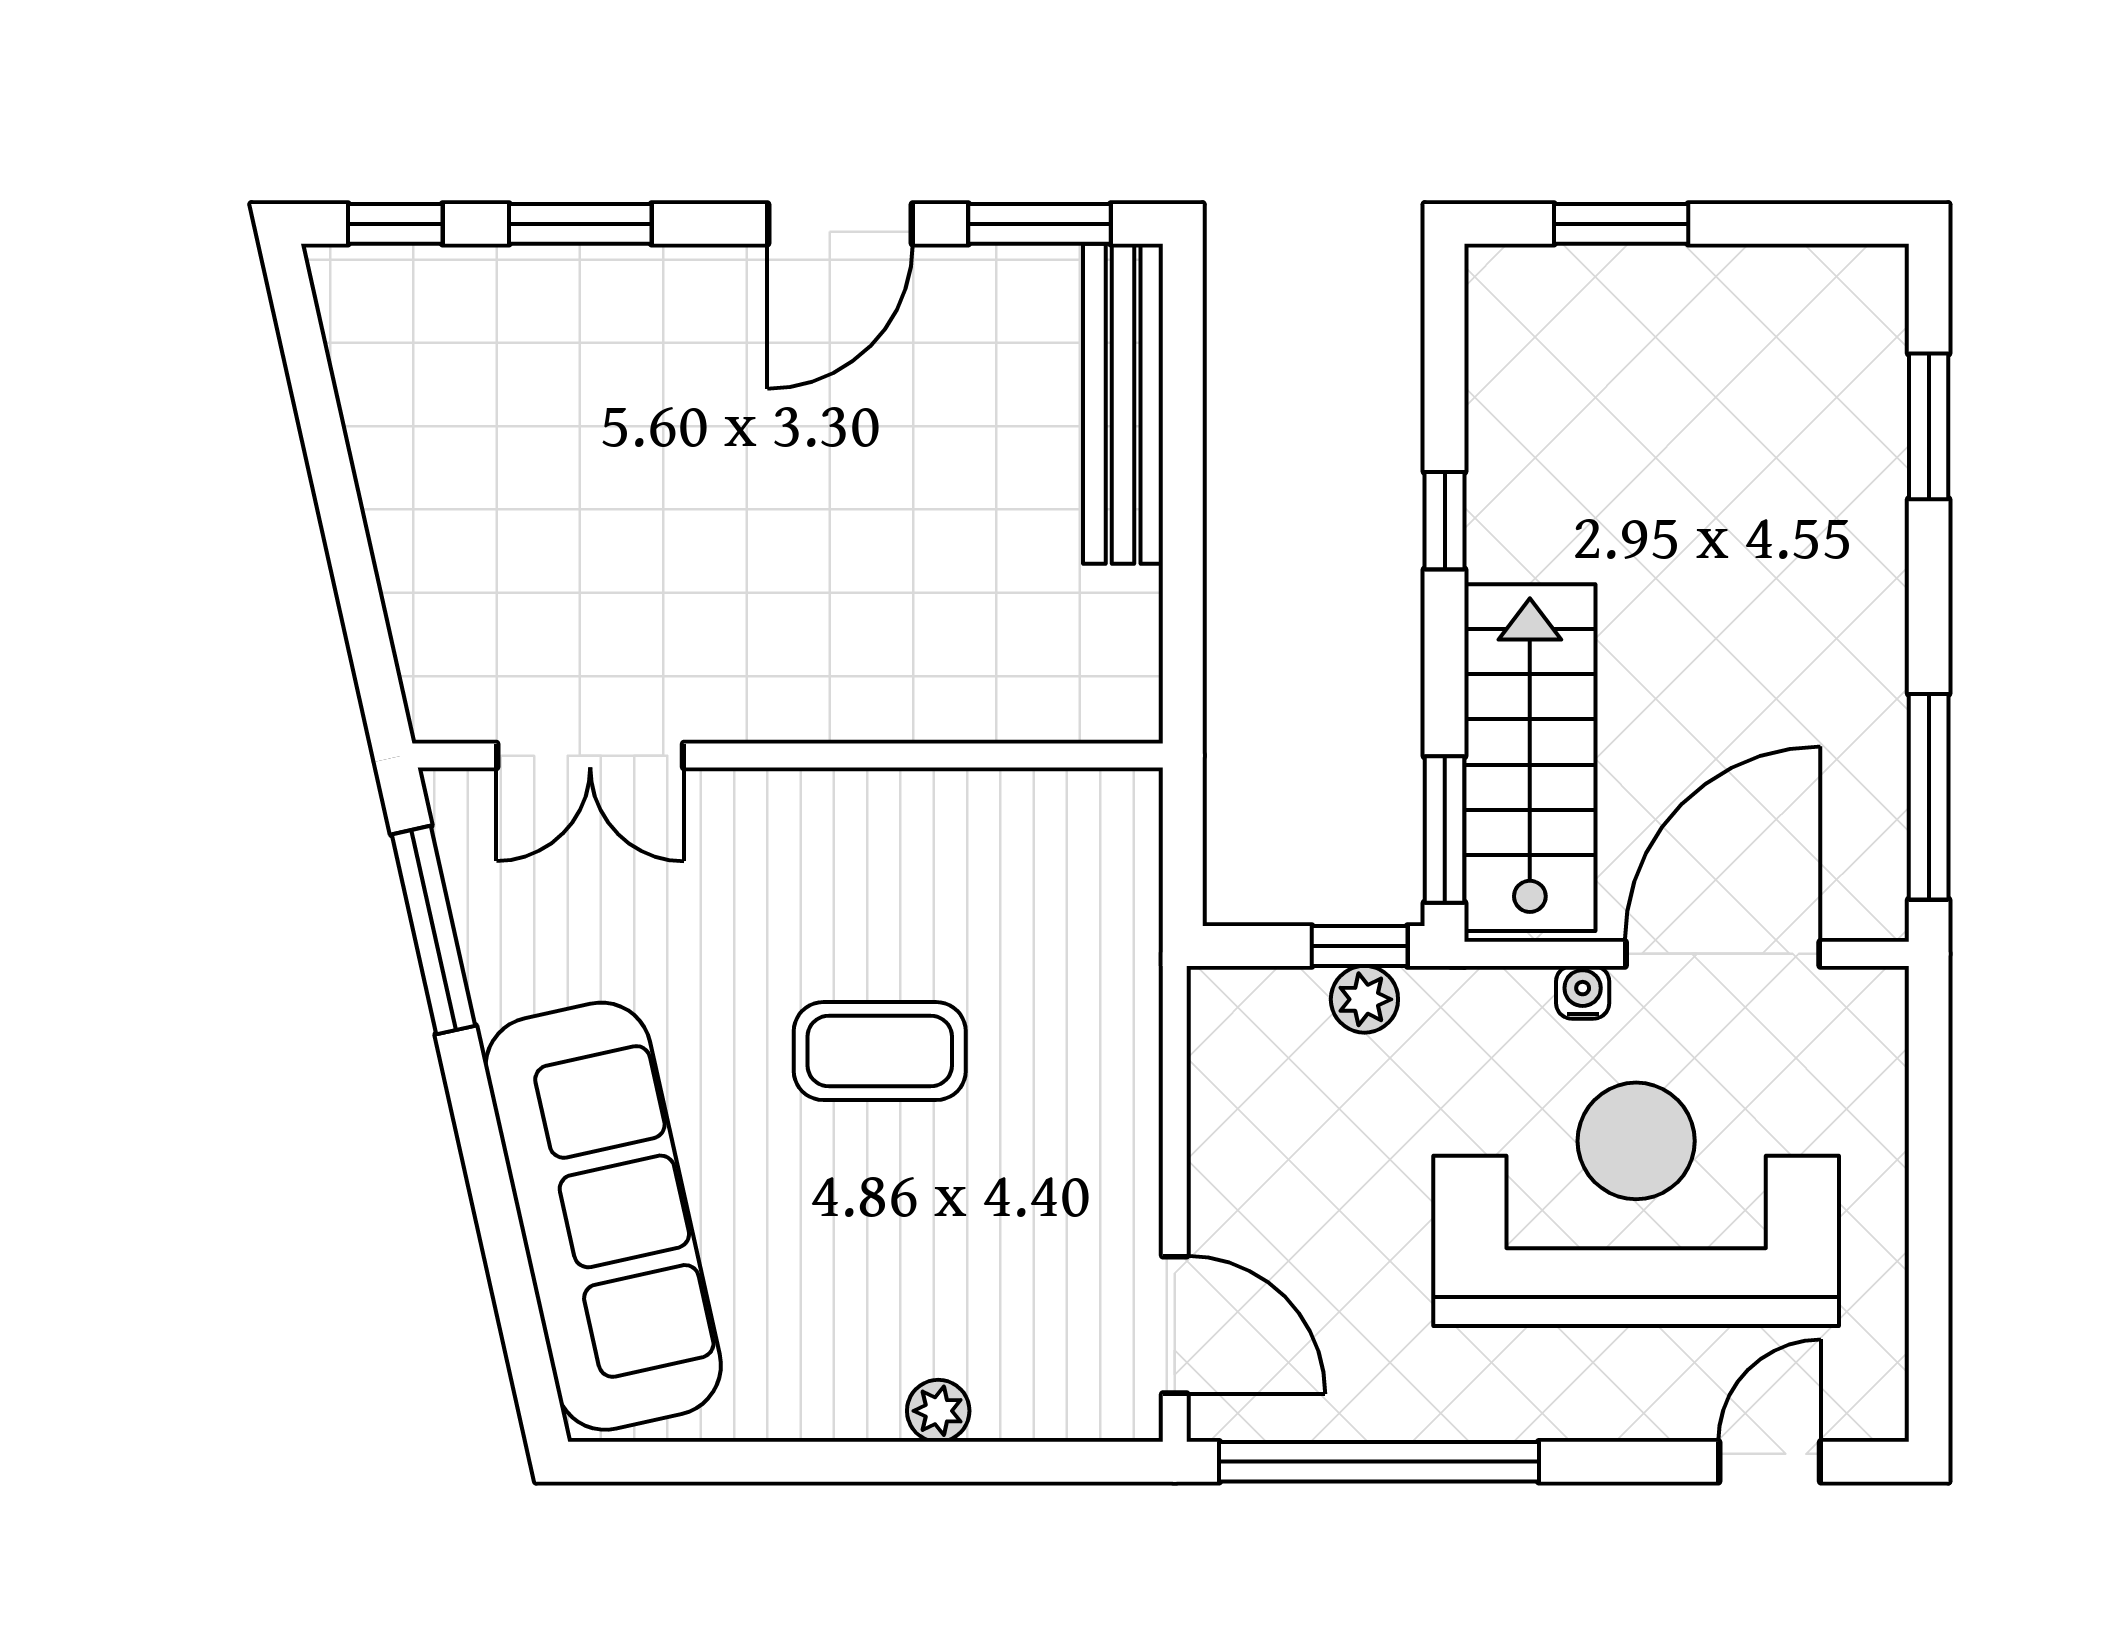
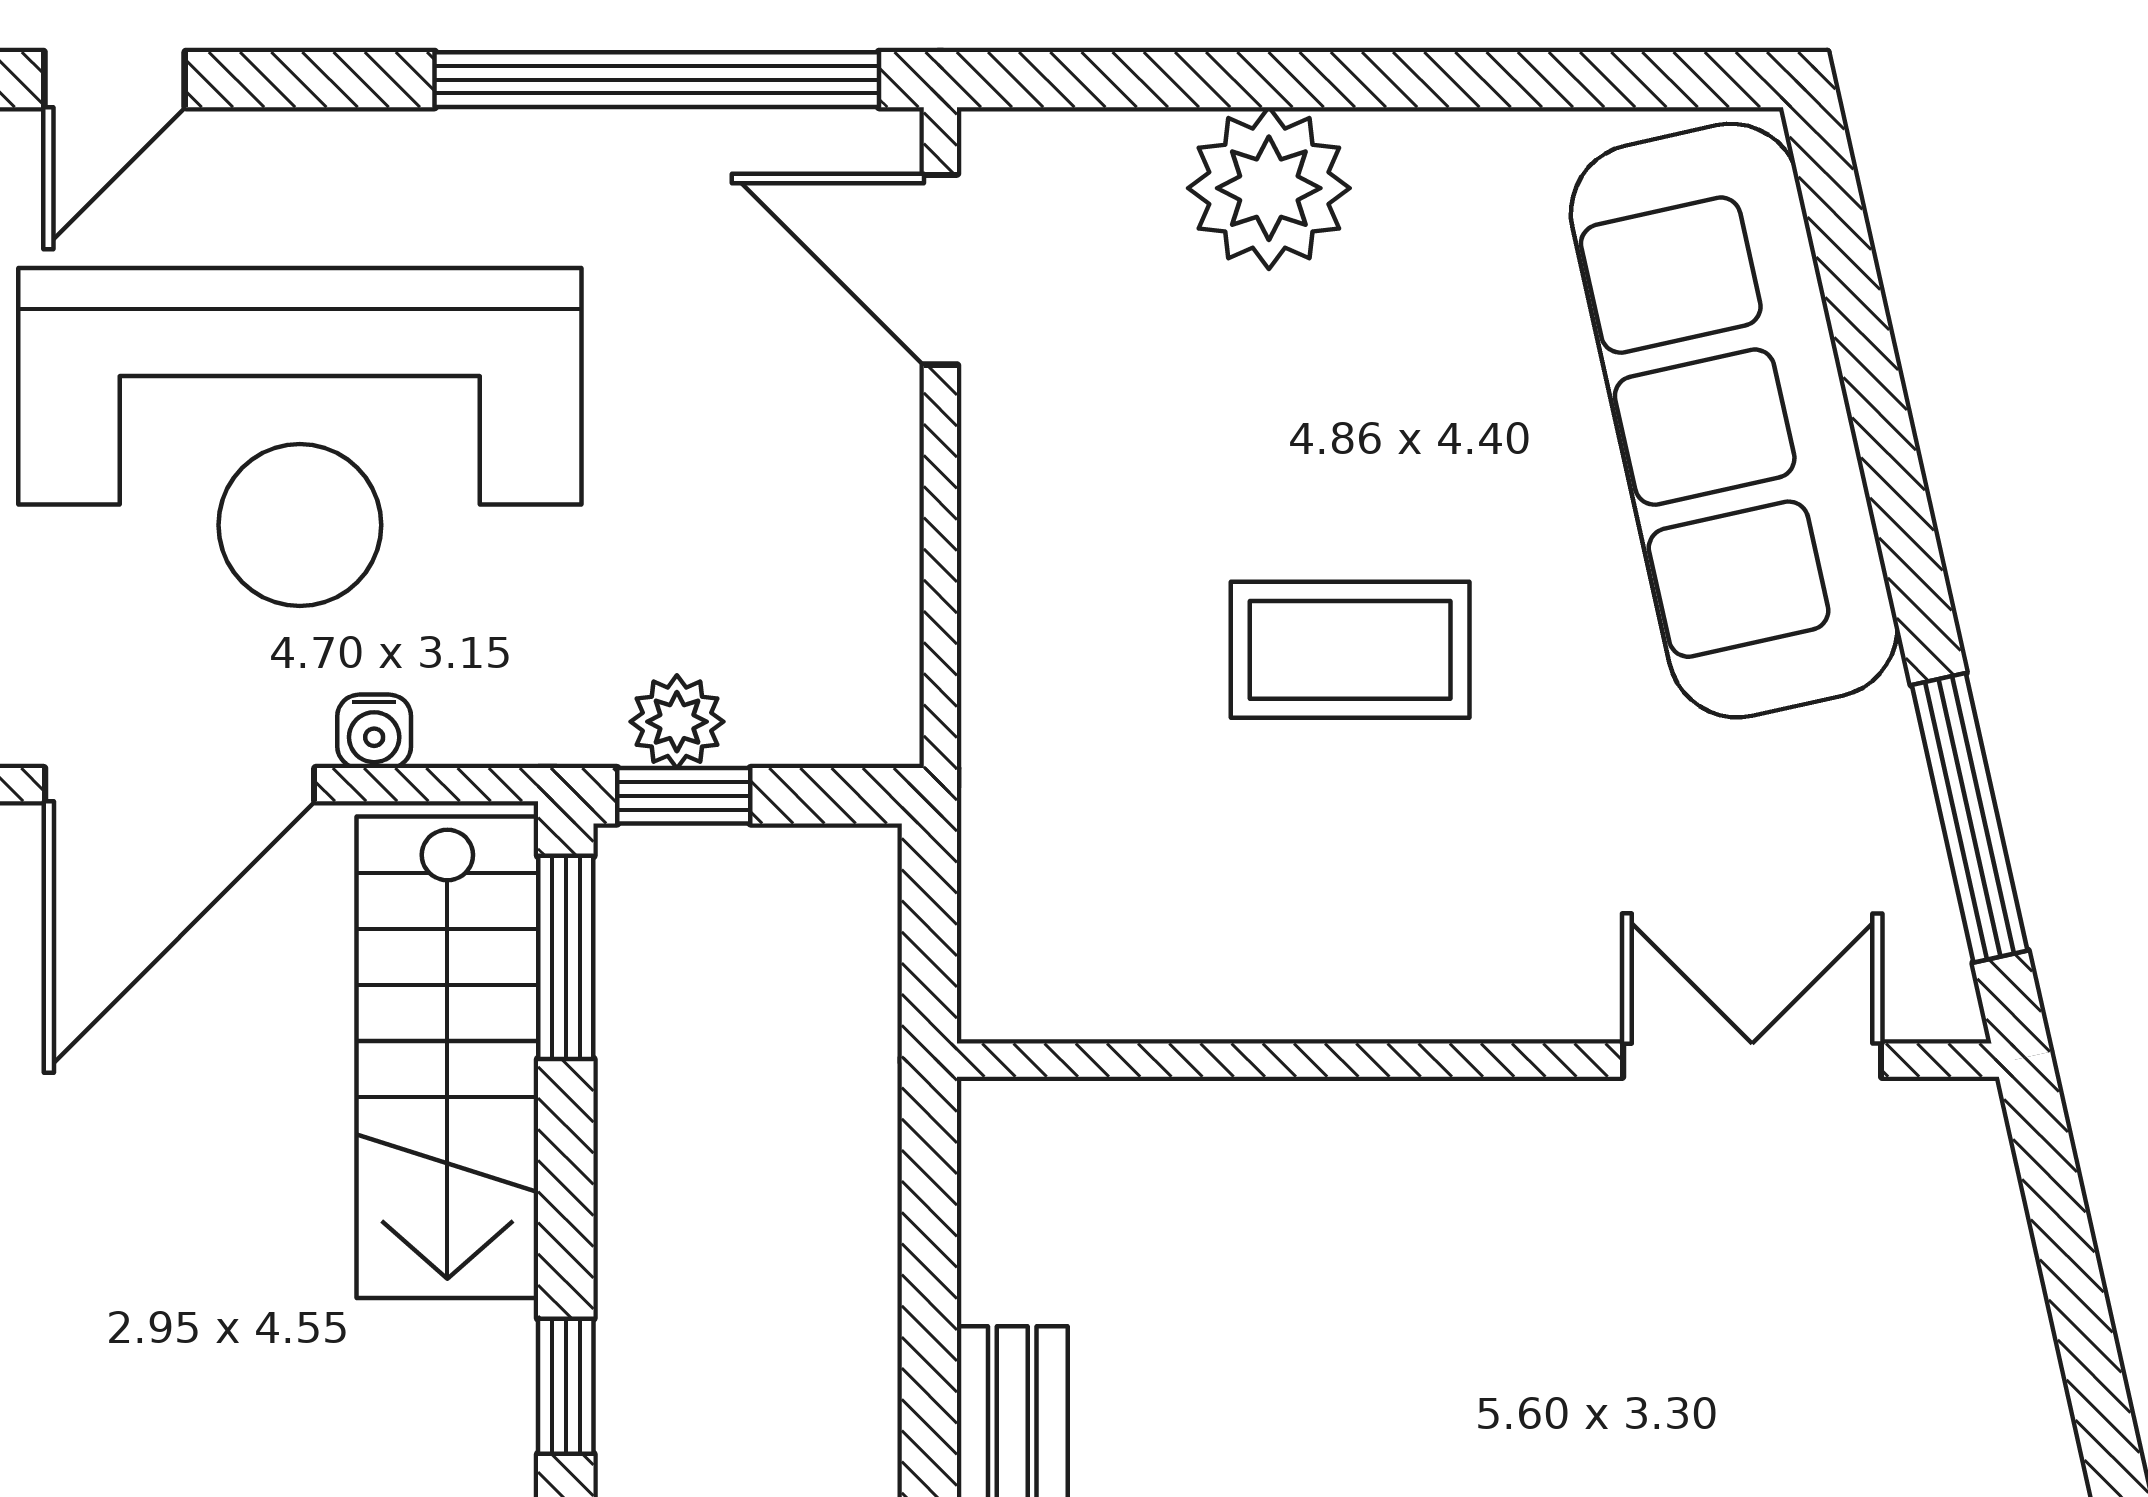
plant: (938, 1411) -> (1269, 188), width x1.88, depth x1.88

